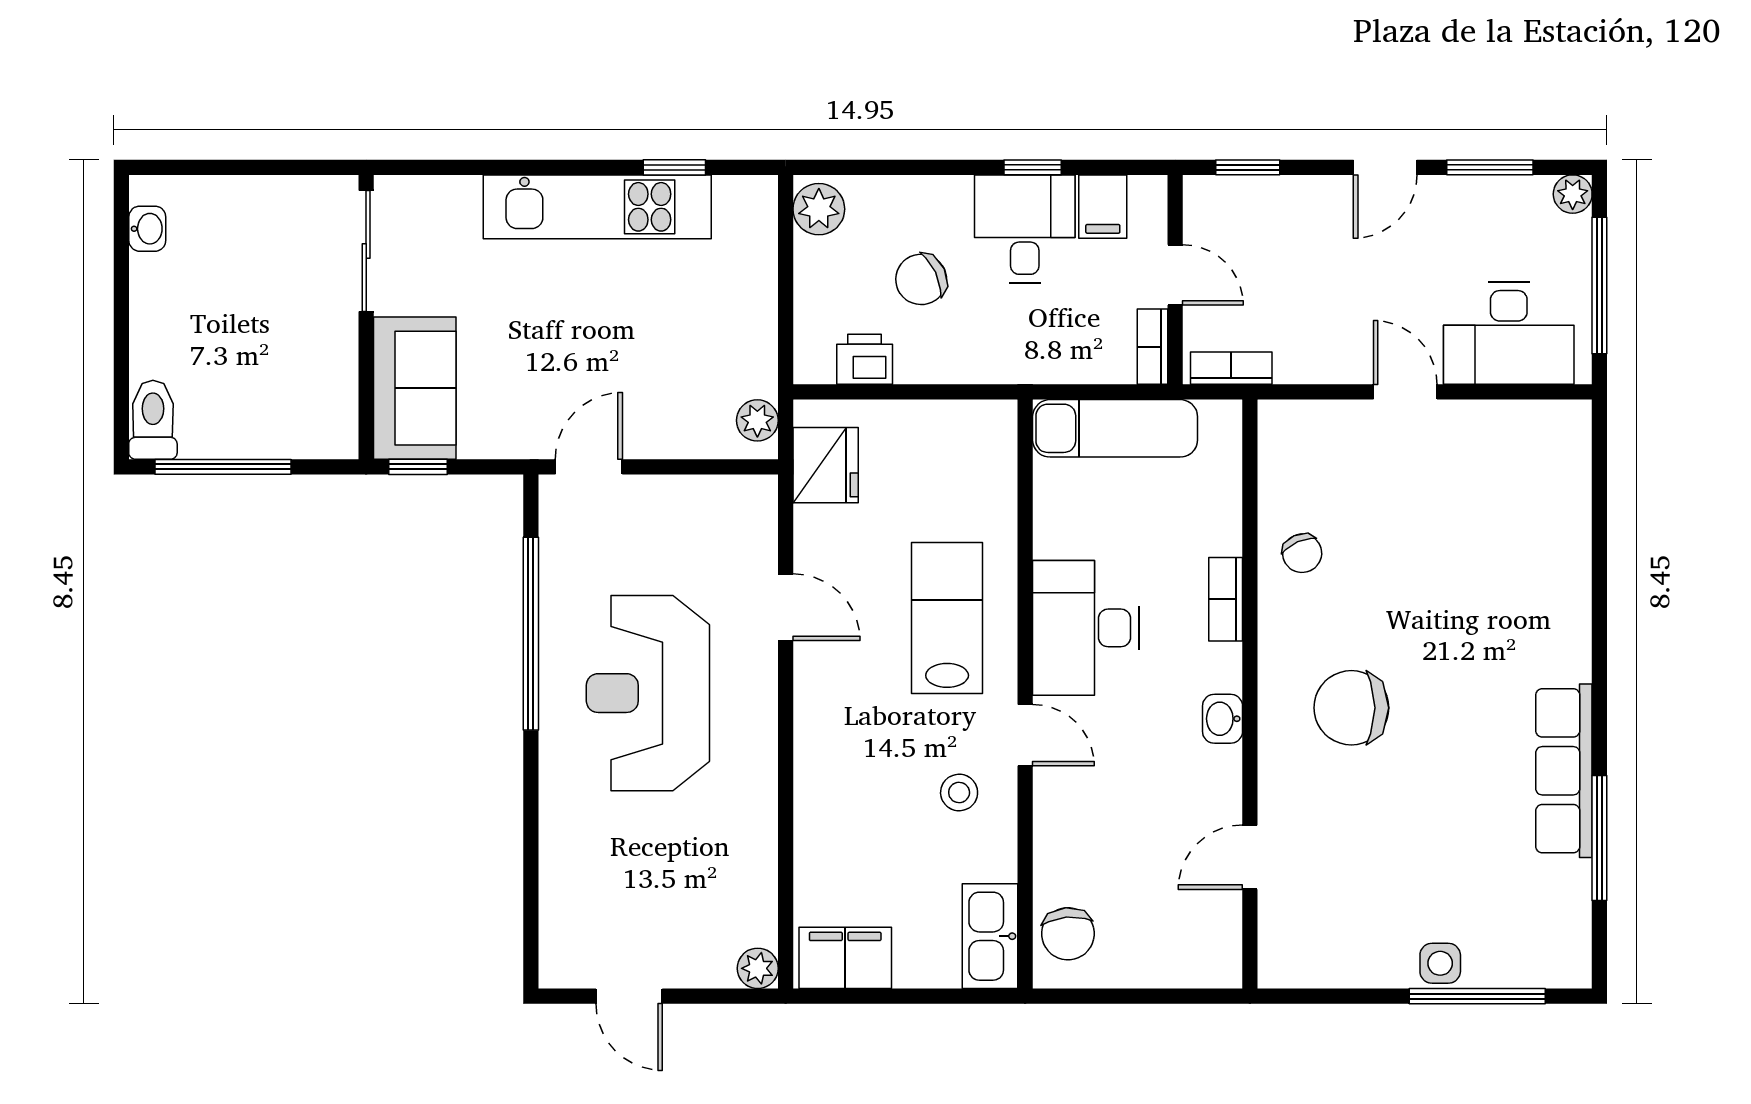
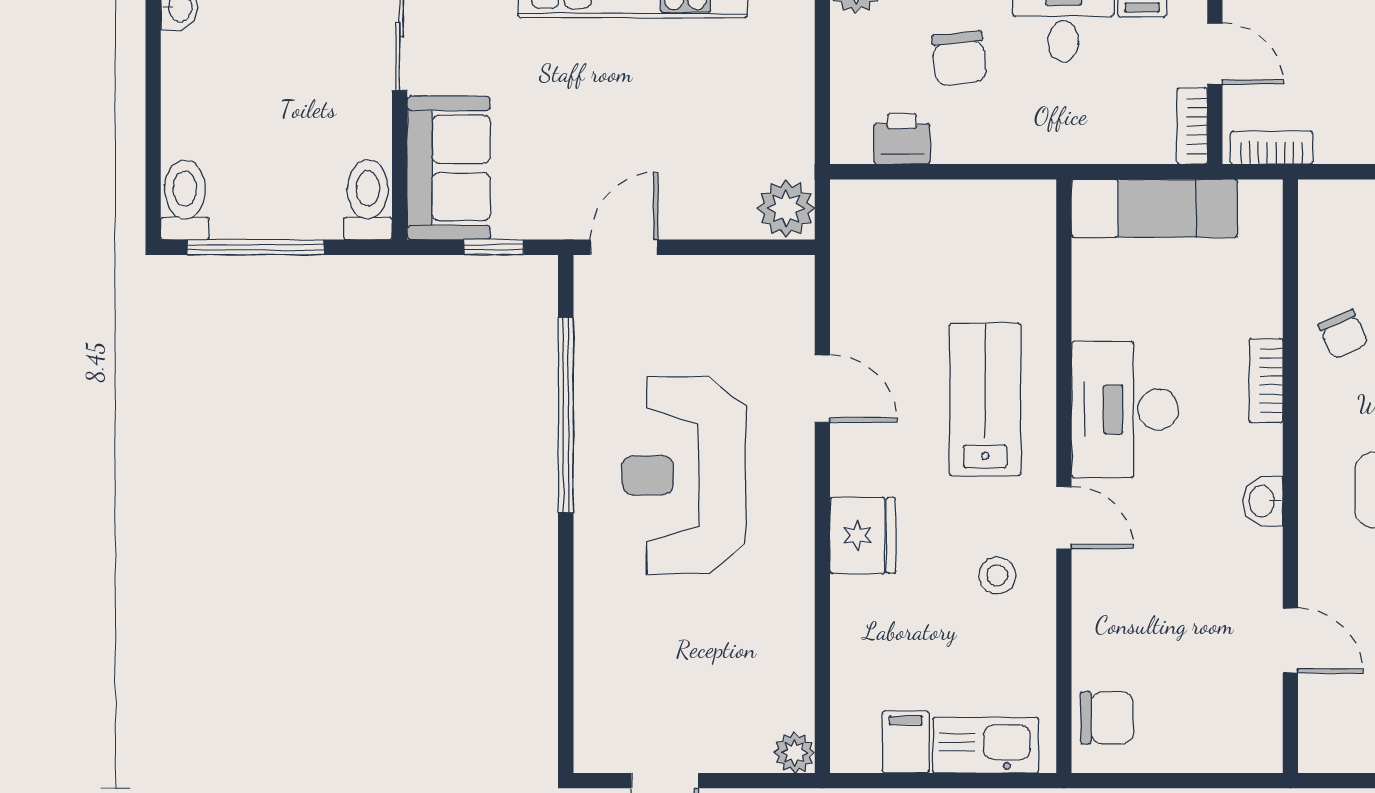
chair: (921, 279) -> (959, 58), turned -71
toilet: (334, 420) -> (368, 200), added
plant: (757, 420) -> (786, 208), width x1.38, depth x1.38
fridge: (826, 465) -> (863, 535), moved
window: (418, 467) -> (494, 247), moved
door: (1250, 857) -> (1290, 641), swing flipped
chair: (1068, 934) -> (1107, 718), turned -85
kitchen sink: (990, 936) -> (986, 745), moved, turned 90
filing cabinet: (845, 958) -> (906, 742), width x0.50

